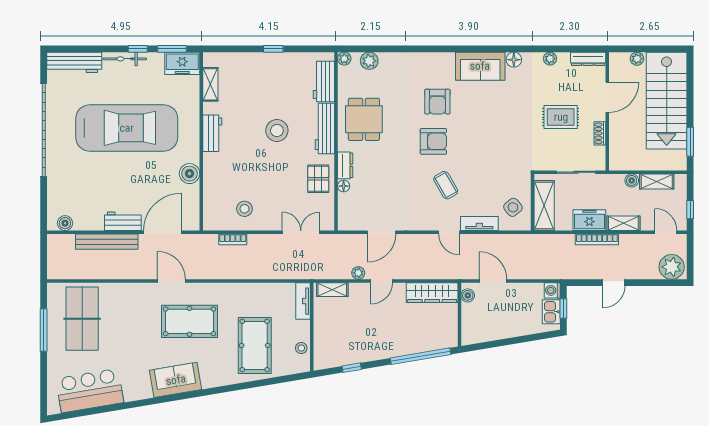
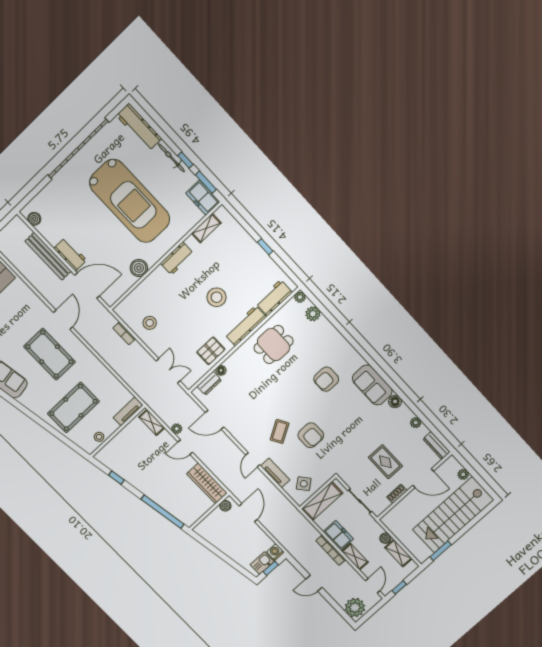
armchair: (433, 141) -> (311, 435), moved
dresser: (345, 165) -> (209, 383), moved

